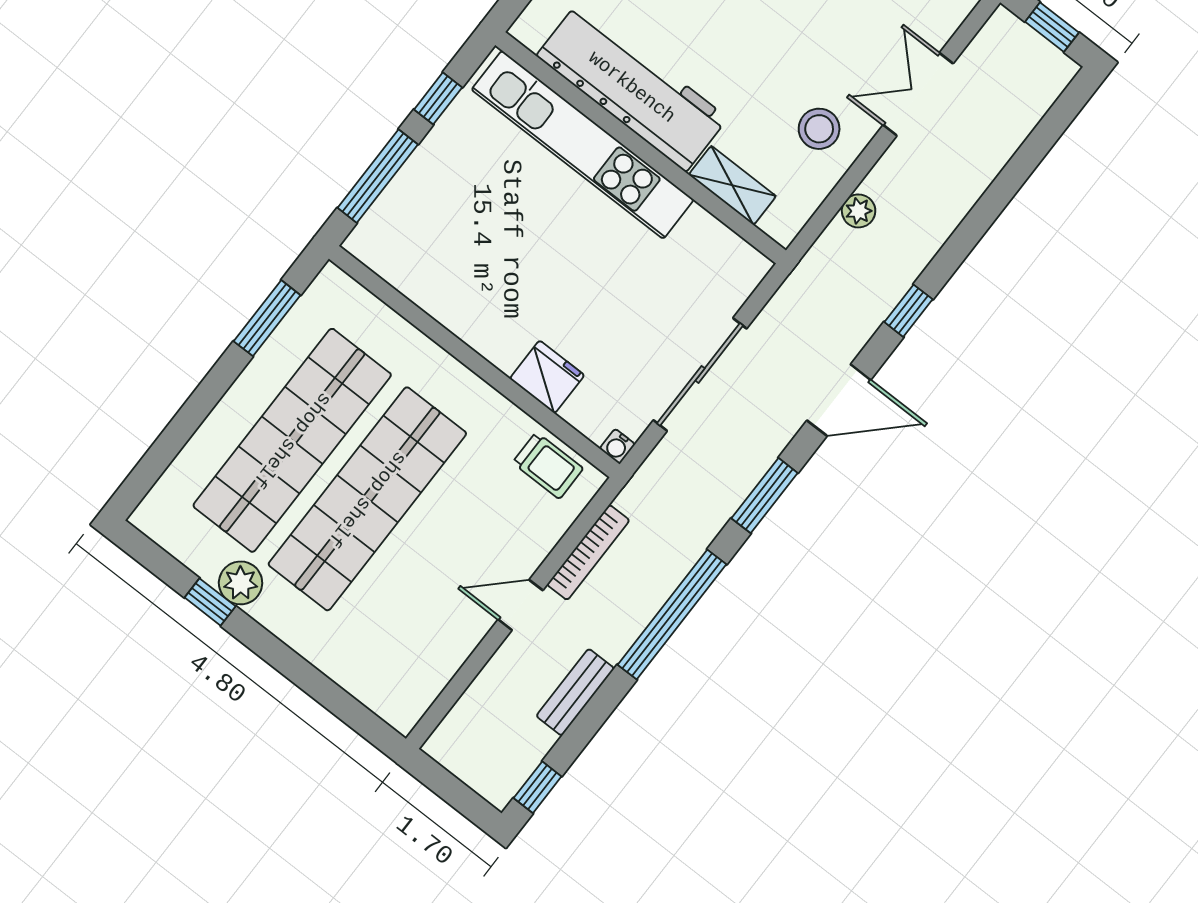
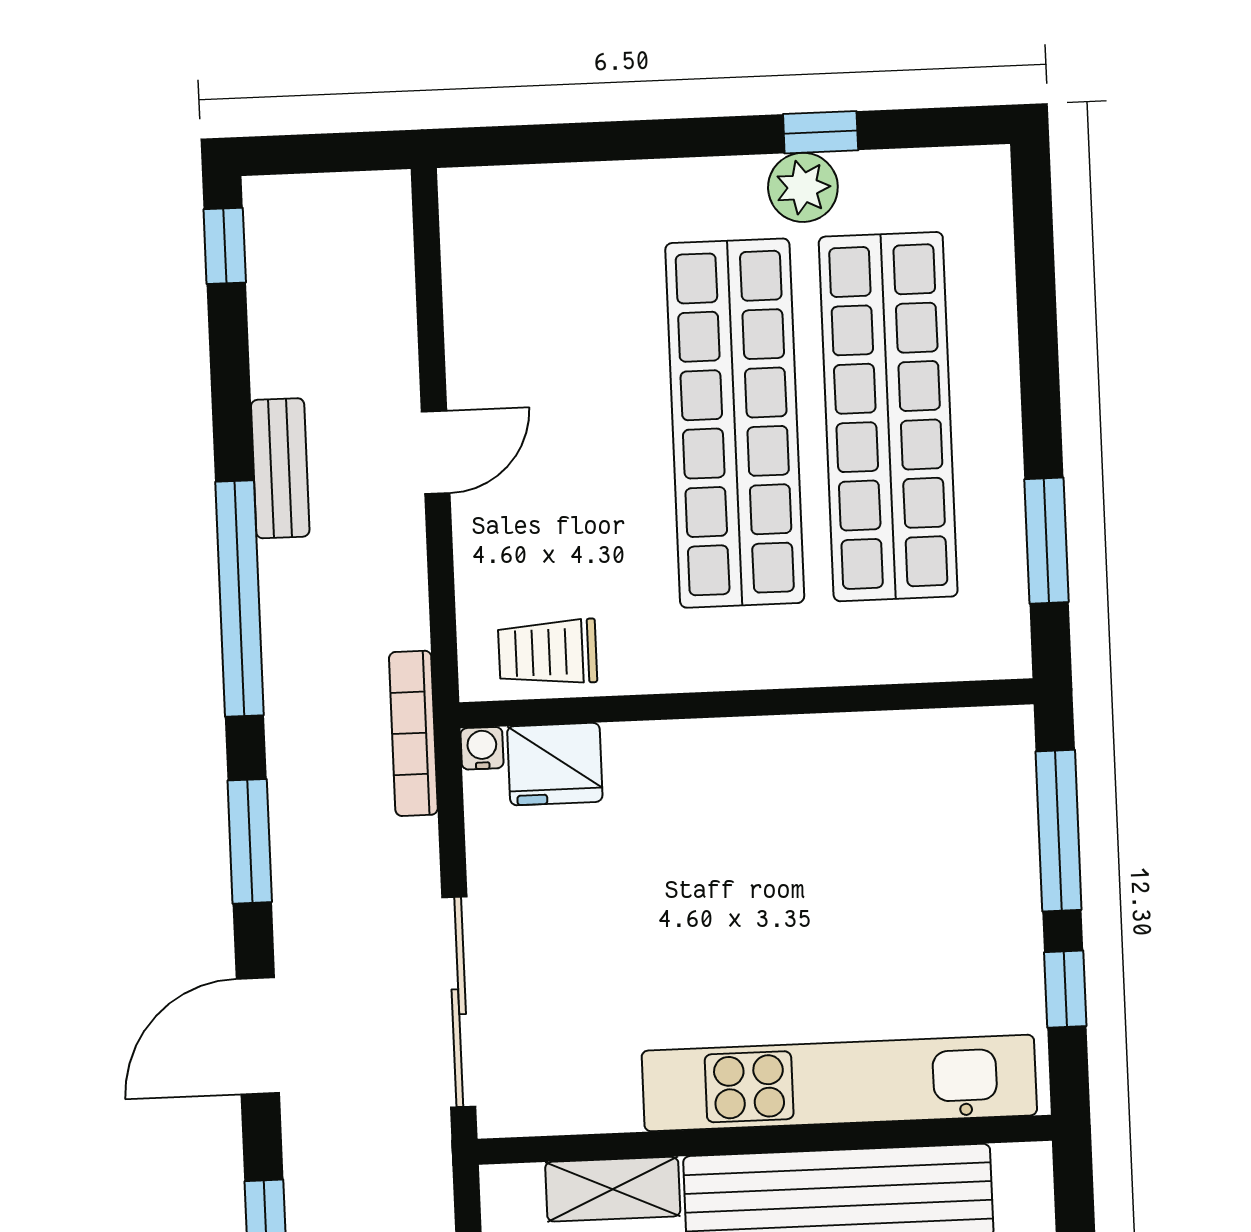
sliding door: (700, 374) -> (459, 1002), moved
fridge: (547, 377) -> (555, 764), moved
bookcase: (588, 552) -> (413, 733), moved
bench: (575, 692) -> (280, 468), moved

